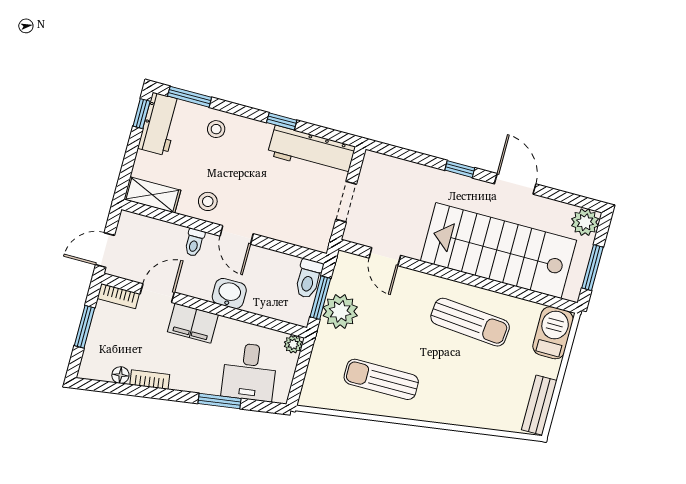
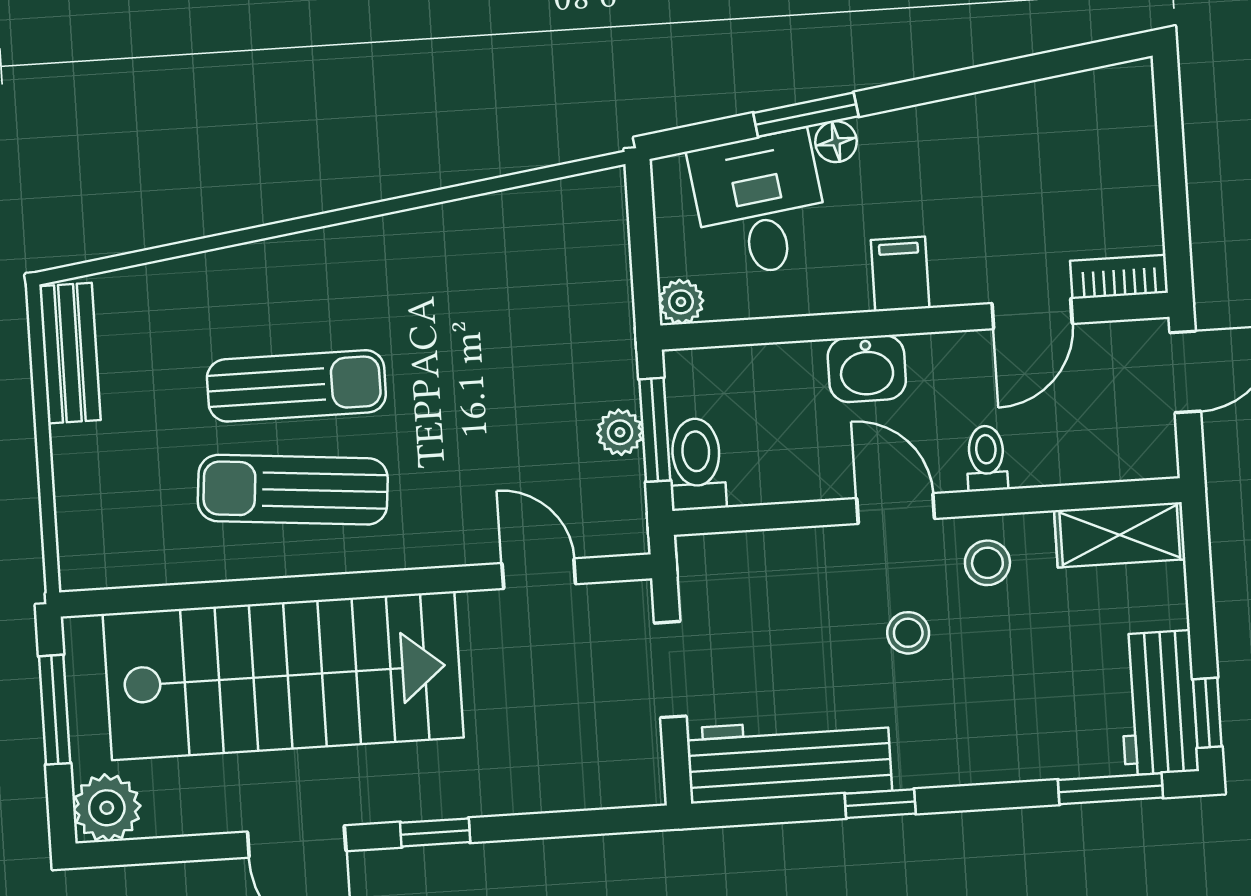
stool: (216, 129) -> (908, 633), moved
plant: (340, 311) -> (620, 432), width x0.53, depth x0.53
filing cabinet: (193, 323) -> (900, 274), width x0.50
window: (84, 327) -> (1173, 180), removed
barbecue: (553, 333) -> (95, 530), removed
floor lamp: (120, 375) -> (836, 142), moved
sun lounger: (381, 379) -> (296, 386), moved
bookcase: (150, 380) -> (982, 109), removed

